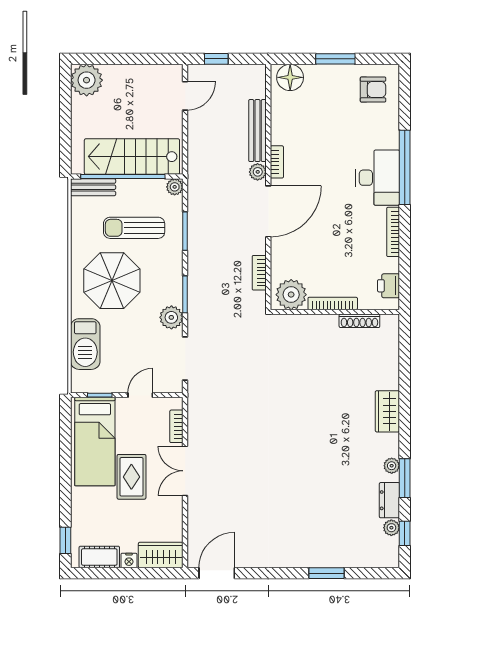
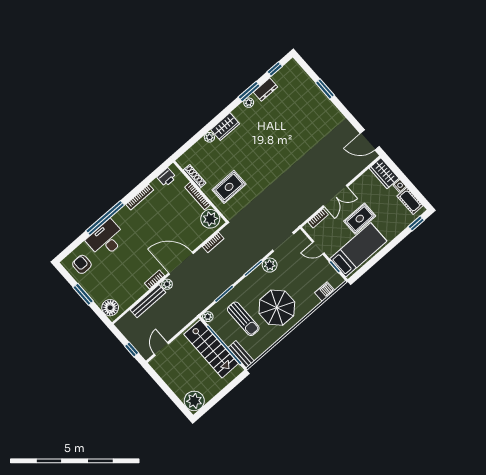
door: (185, 96) -> (161, 349), hinge flipped
desk: (378, 178) -> (106, 239), moved
barbecue: (85, 344) -> (325, 292), width x0.53, depth x0.65
rug: (310, 352) -> (229, 187), added
plant: (391, 528) -> (209, 137), moved

